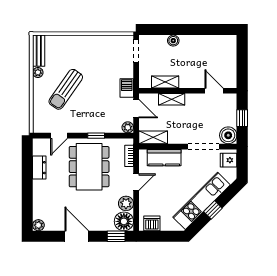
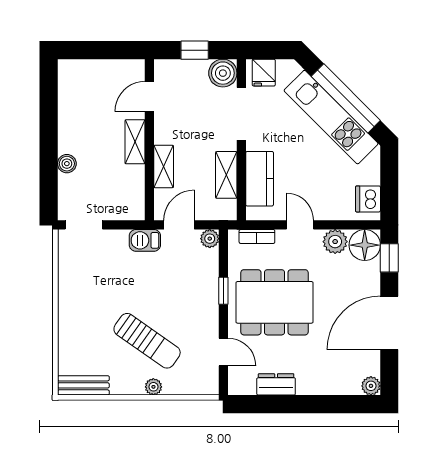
plant: (38, 72) -> (153, 387), moved
shelving: (165, 82) -> (135, 142), moved
shelving: (153, 137) -> (226, 175), moved
window: (213, 210) -> (346, 98), width x3.17
door: (77, 236) -> (389, 323), width x1.36

